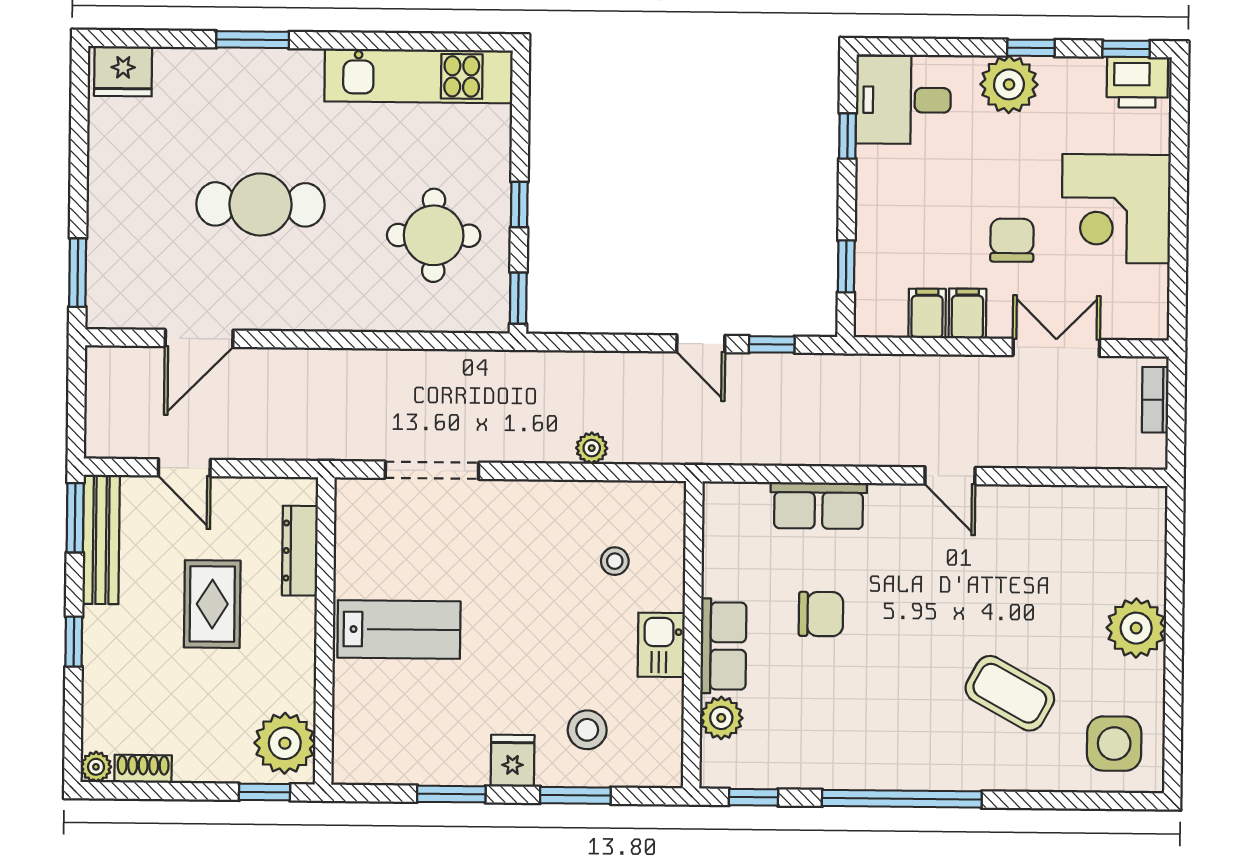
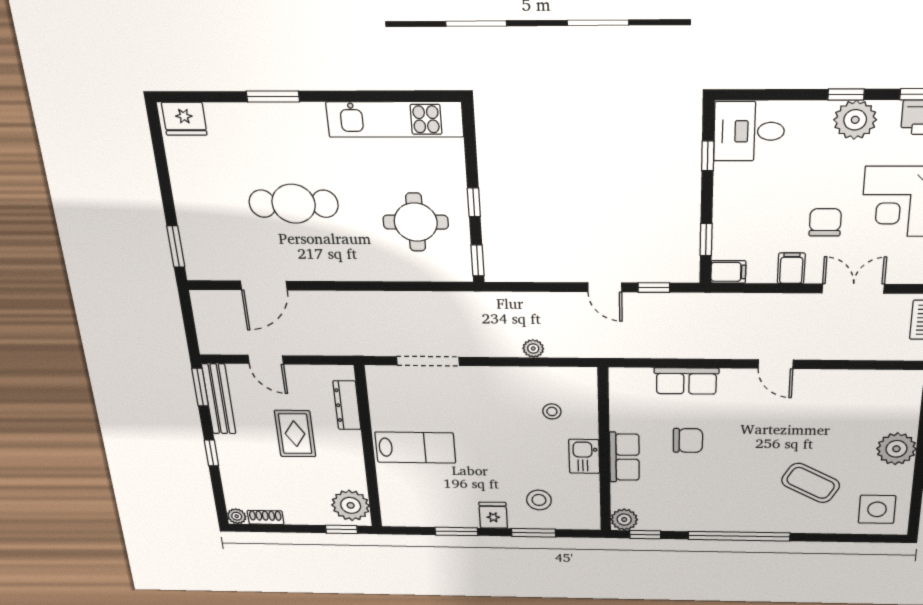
plant: (1009, 84) -> (855, 120), moved
filing cabinet: (927, 313) -> (728, 272), moved, turned 90
plant: (721, 718) -> (624, 520), moved

